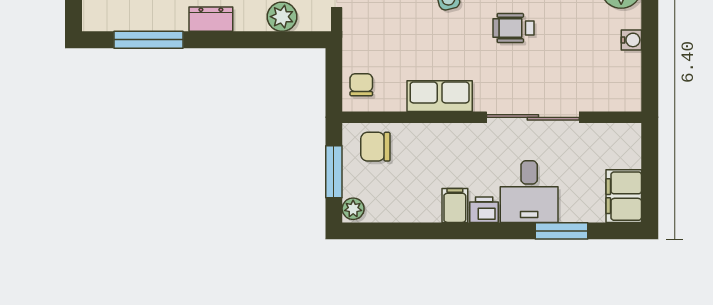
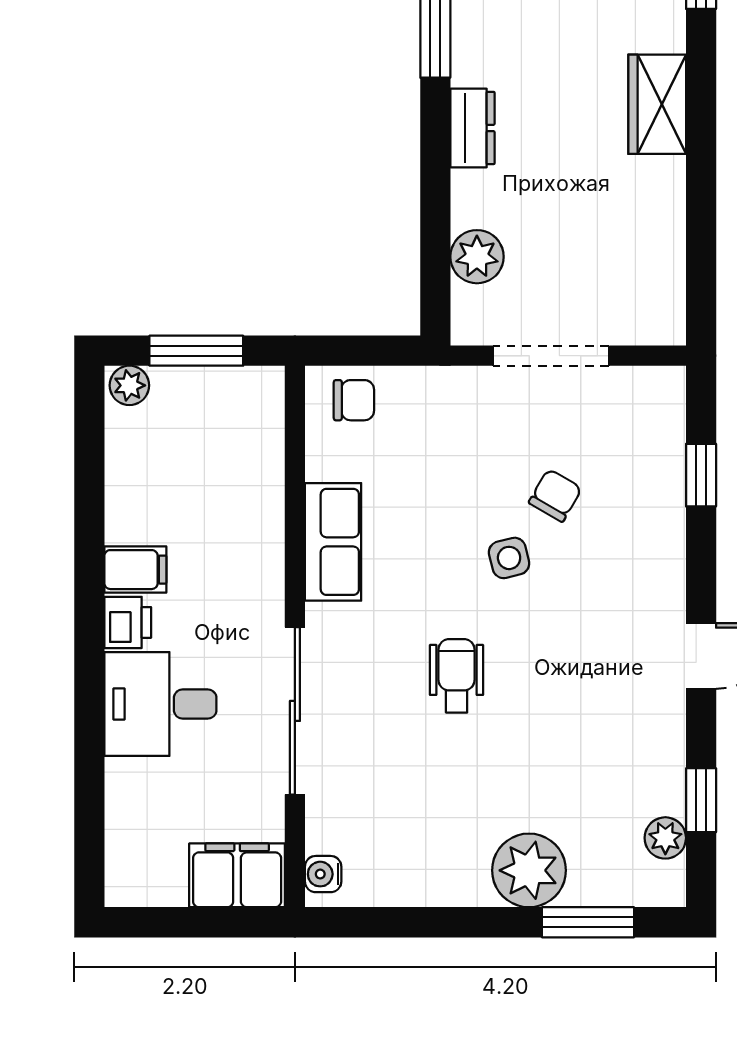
water cooler: (631, 40) -> (323, 874), moved, turned 90
chair: (375, 147) -> (242, 426), removed
filing cabinet: (624, 196) -> (237, 875), moved
window: (562, 231) -> (89, 763), removed

